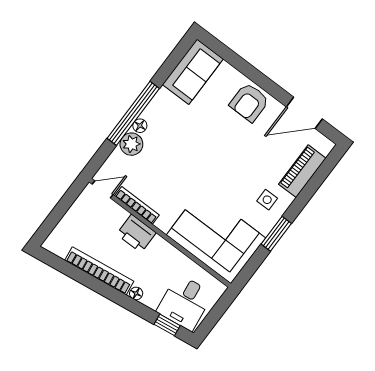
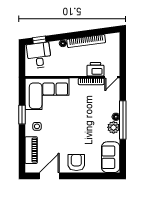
plant: (131, 144) -> (114, 127), moved
printer: (136, 233) -> (95, 69), moved

